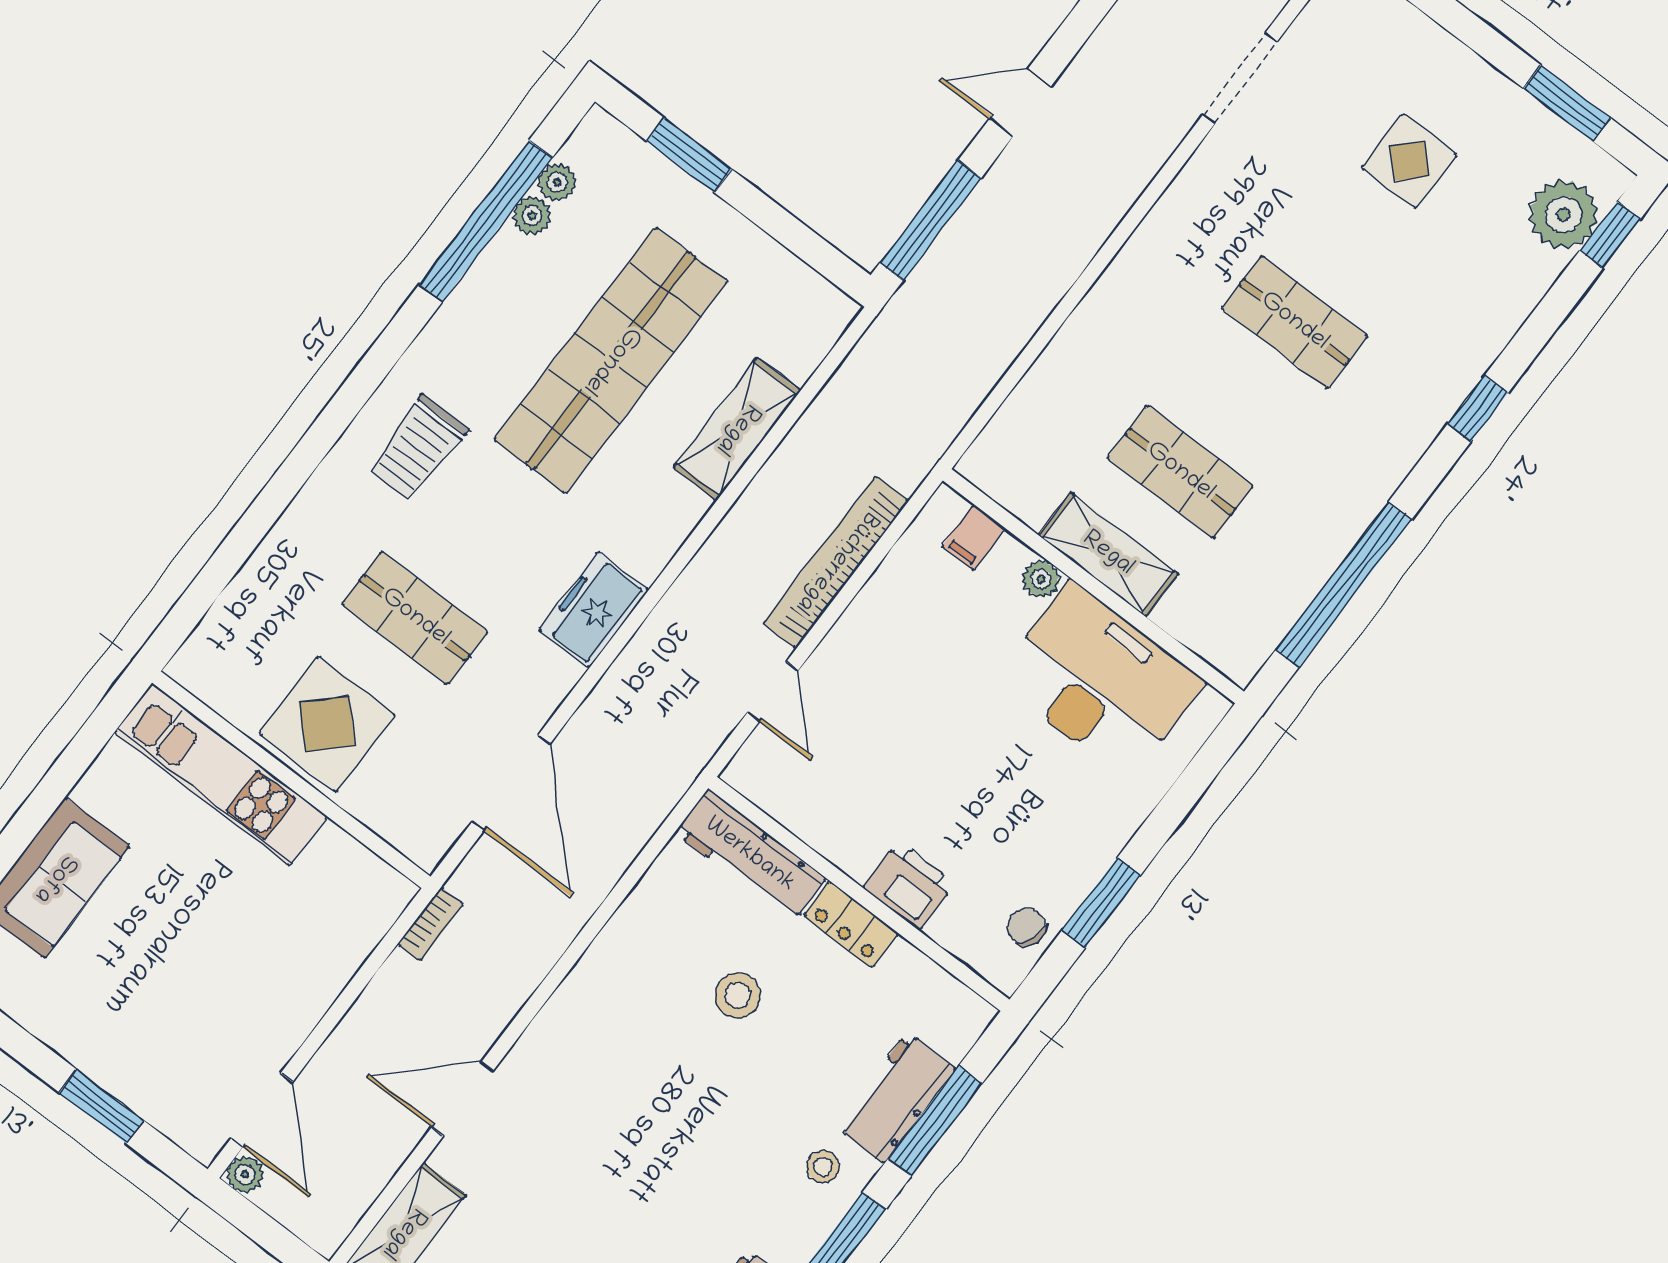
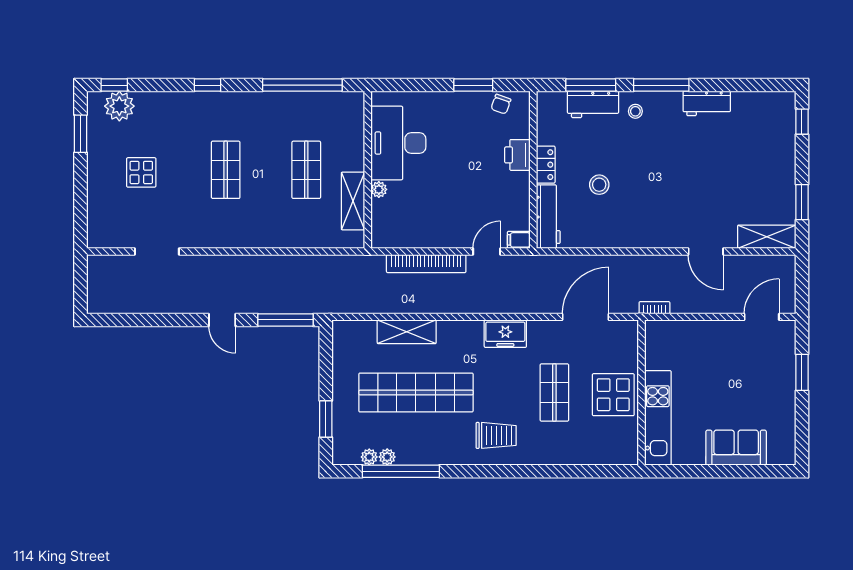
filing cabinet: (974, 537) -> (519, 240), moved, turned 180
shelving: (1108, 554) -> (353, 201), moved
plant: (245, 1175) -> (788, 306), removed

